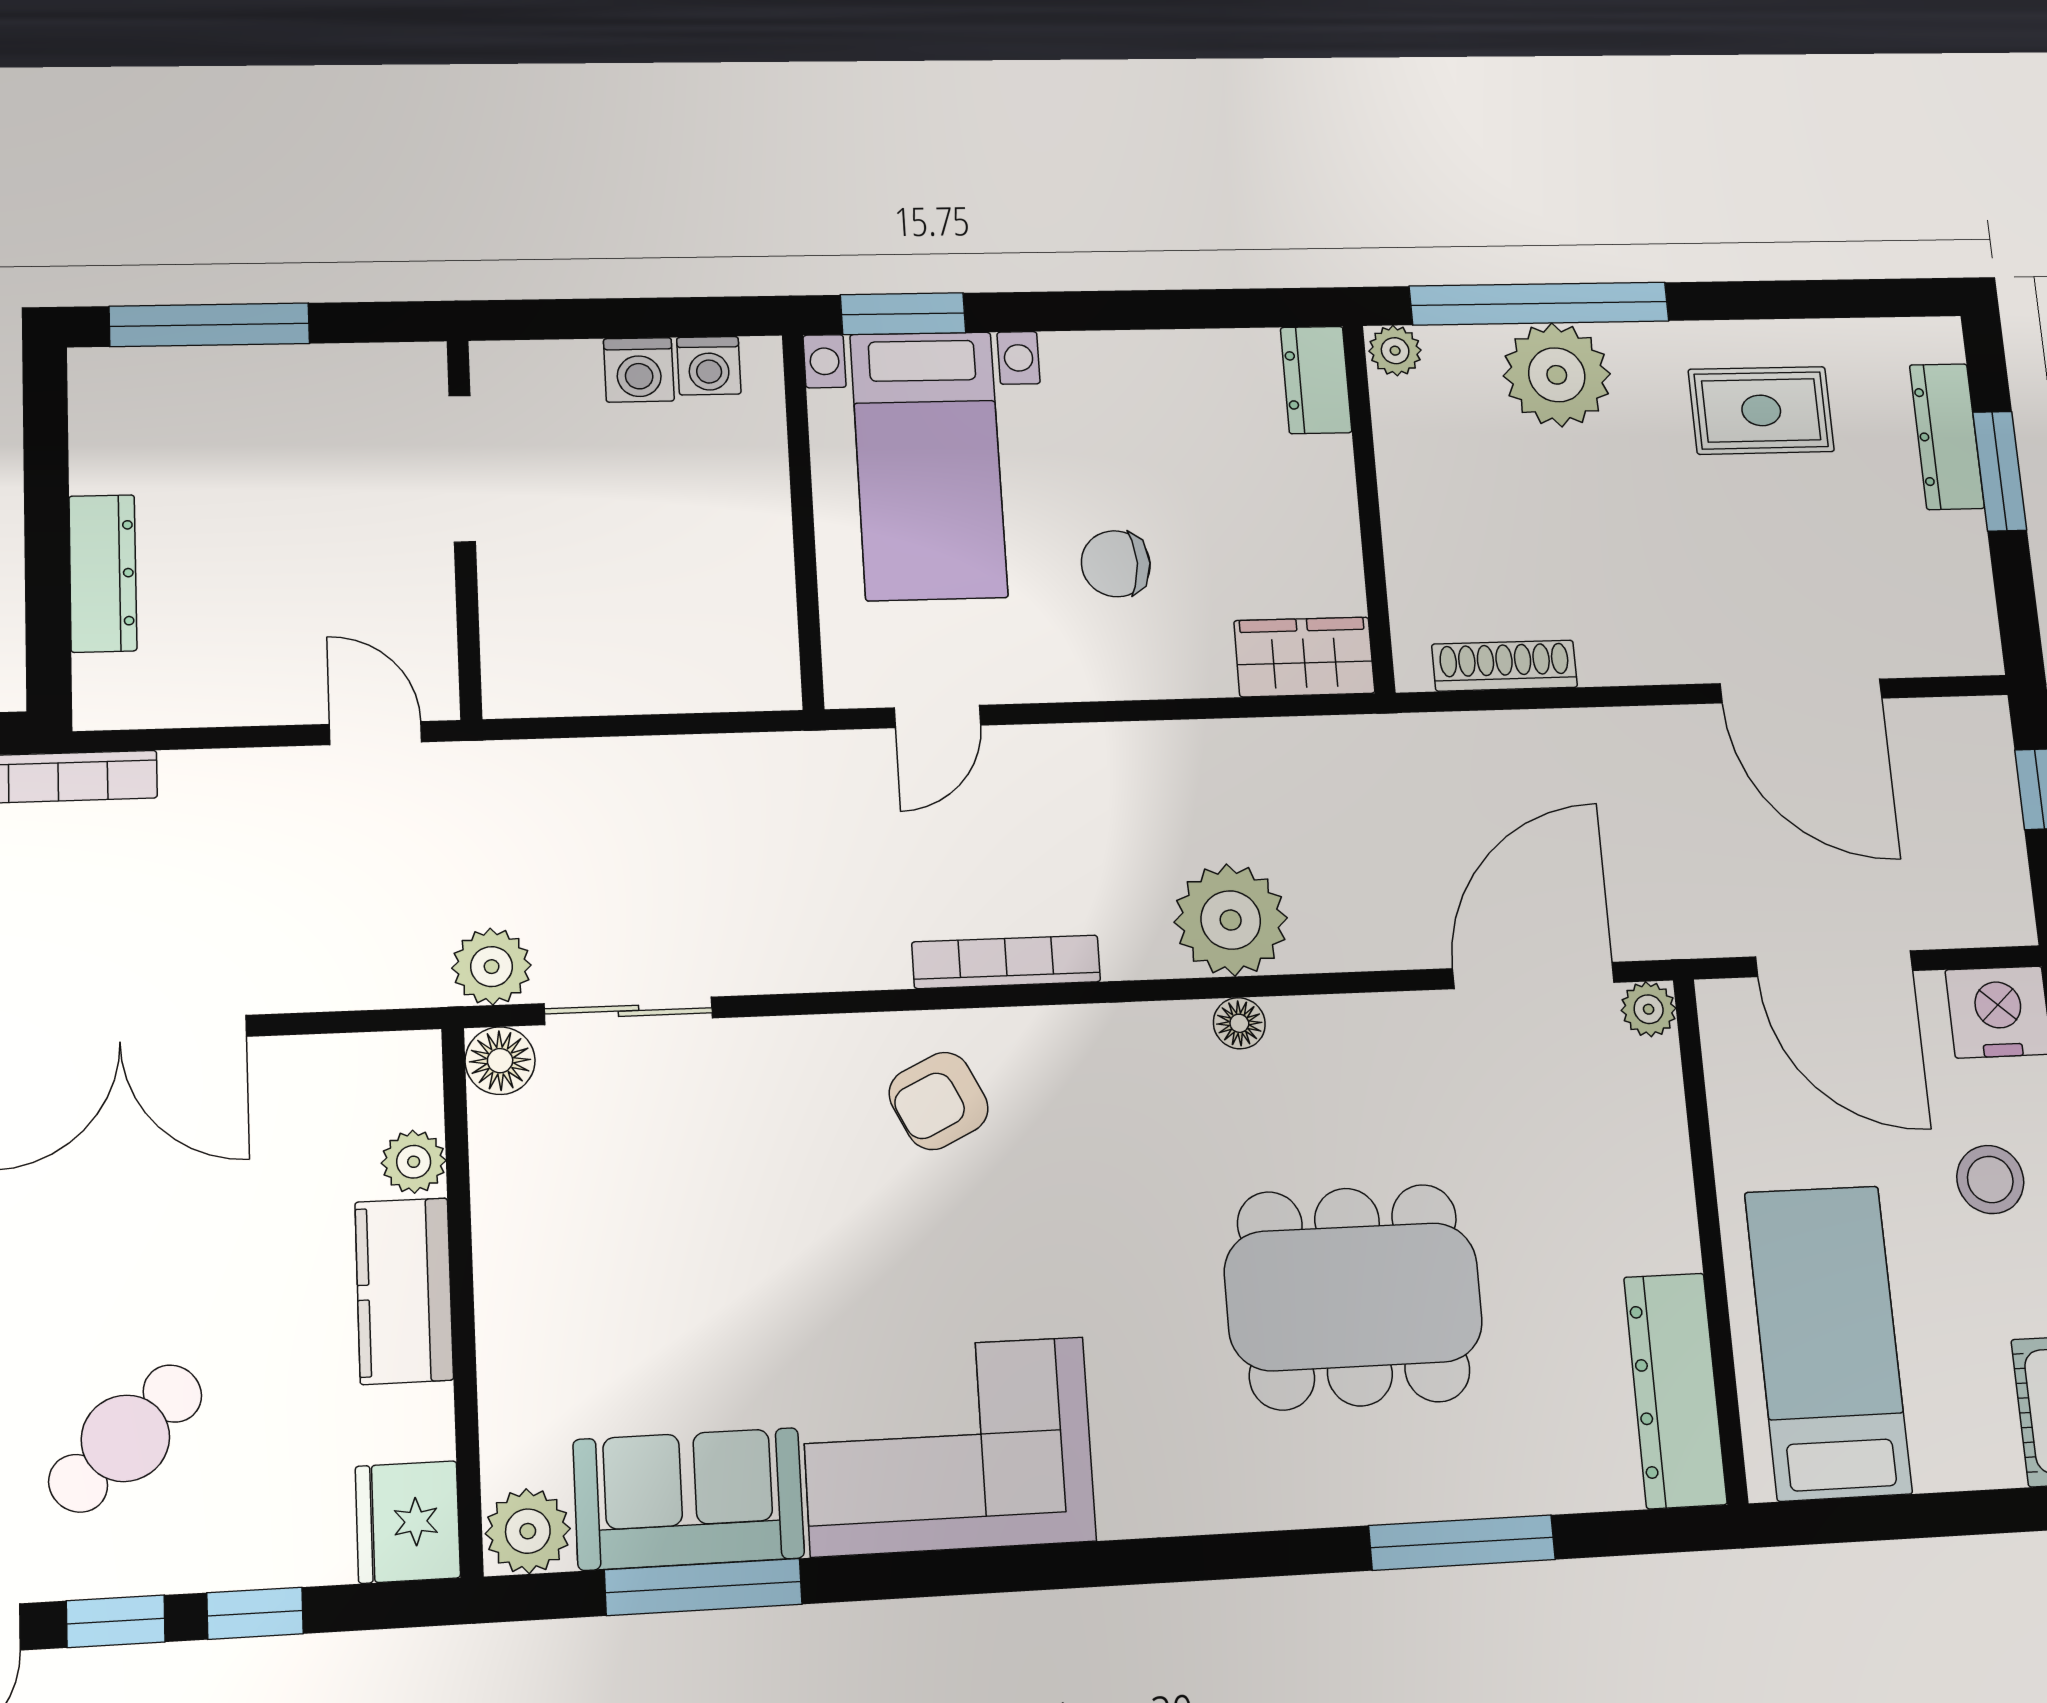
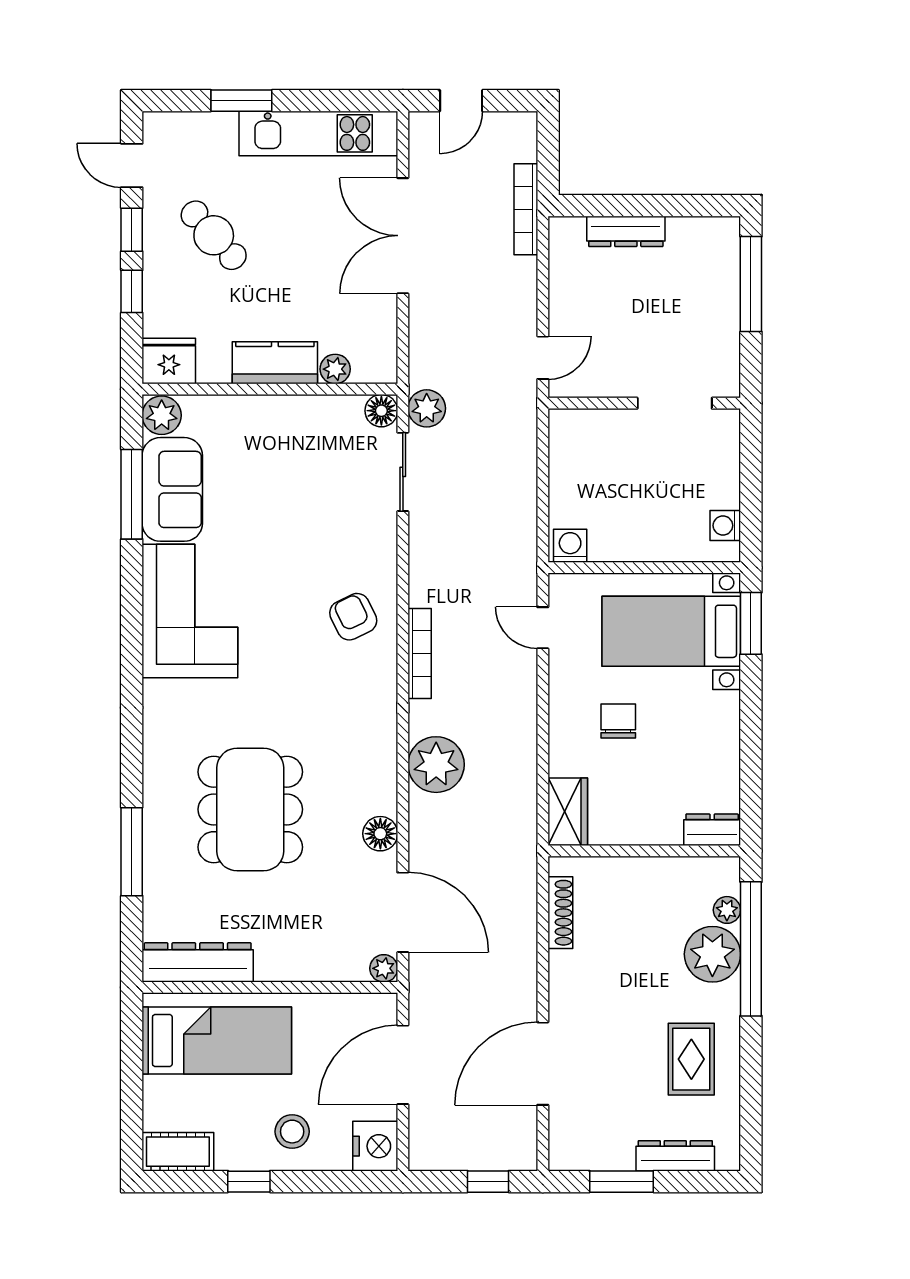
plant: (1395, 351) -> (727, 910), moved
washing machine: (639, 370) -> (570, 546), moved, turned 90
window: (2000, 471) -> (622, 1182), moved
floor lamp: (1239, 1023) -> (380, 834), moved, width x1.37, depth x1.37

